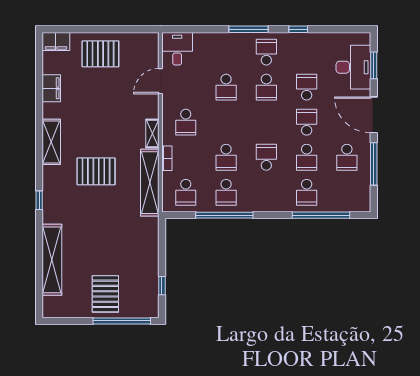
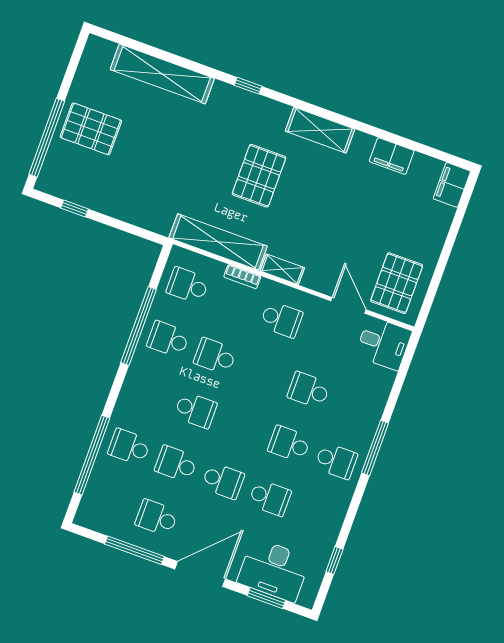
window: (298, 29) -> (334, 560), moved
pallet: (100, 54) -> (397, 283), moved
school desk: (186, 122) -> (281, 319), turned 180

